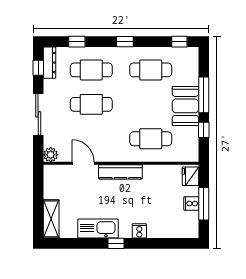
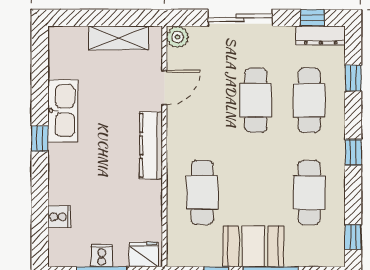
shelving: (51, 219) -> (118, 38), moved
cooker: (139, 231) -> (59, 217), moved

